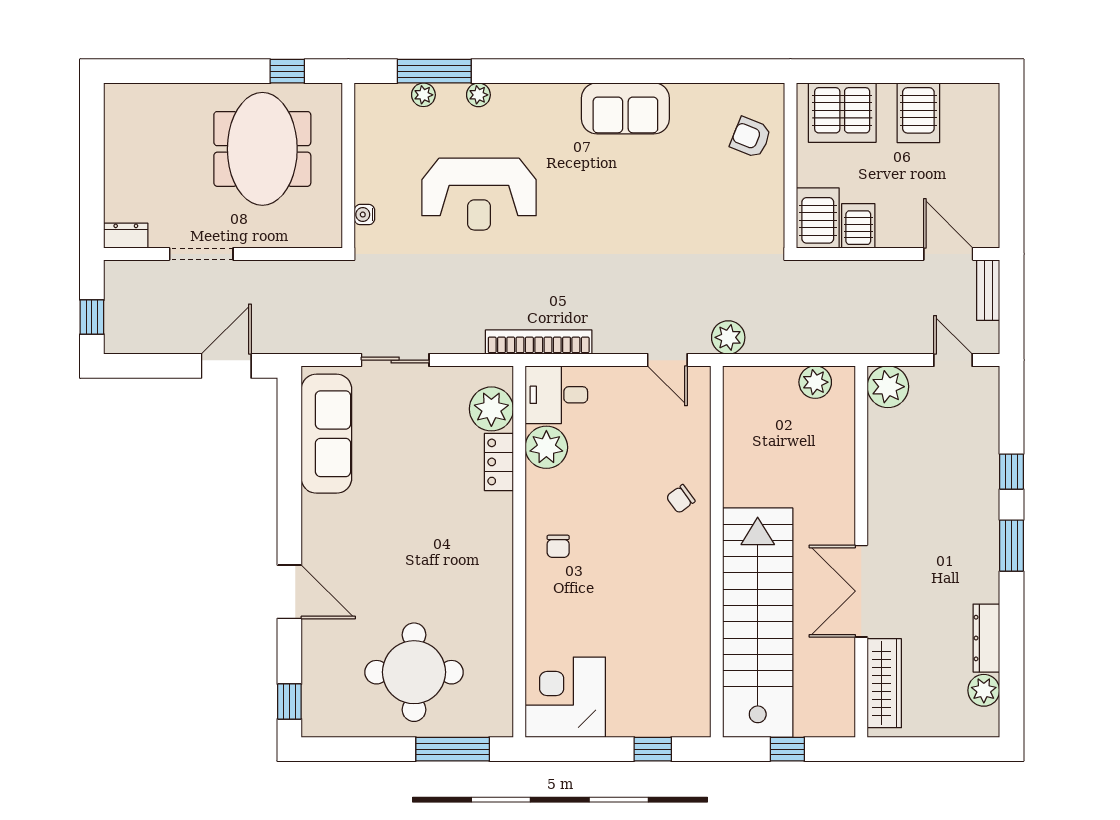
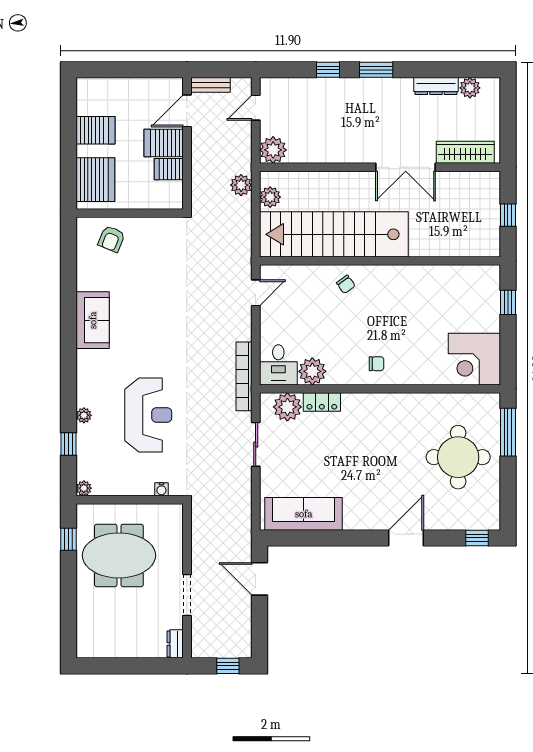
window: (434, 71) -> (69, 444), width x0.46
plant: (423, 95) -> (84, 488), moved
server rack: (818, 218) -> (164, 143), moved
plant: (728, 337) -> (241, 185), moved
sliding door: (395, 360) -> (256, 444), moved
stairs: (758, 623) -> (334, 234), moved

